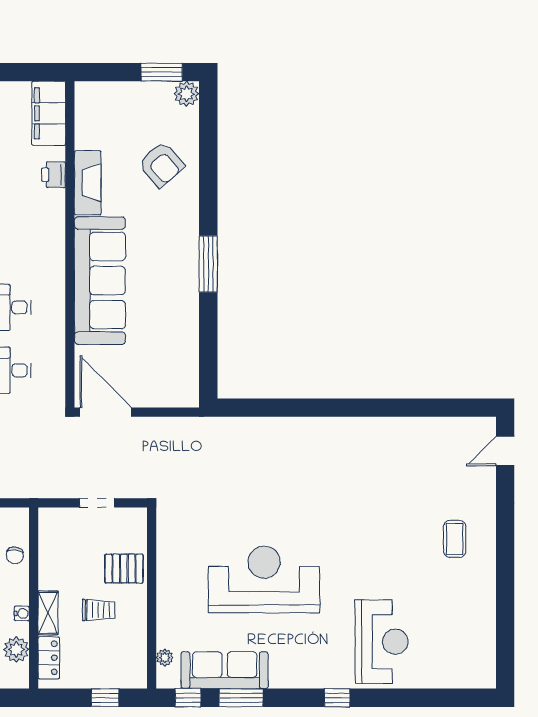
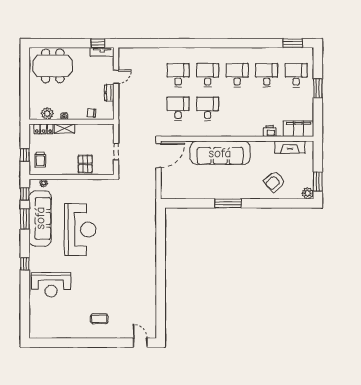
fireplace: (88, 183) -> (290, 147), moved
trolley: (99, 610) -> (40, 160), moved
sofa: (225, 670) -> (40, 218), width x1.36, depth x1.27

